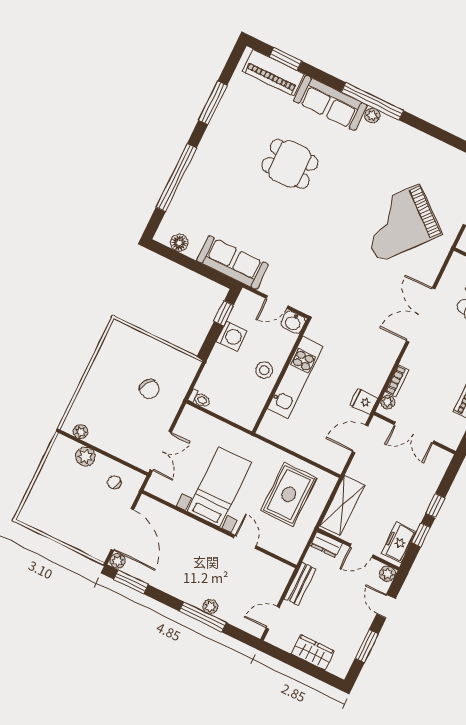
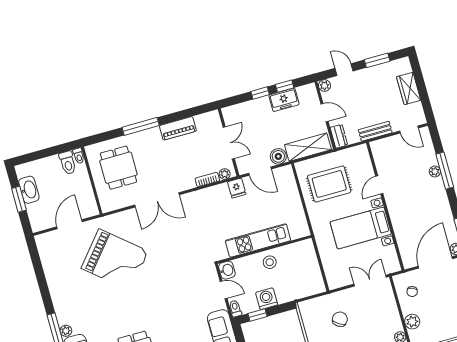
toilet: (200, 399) -> (235, 308), moved
boiler: (359, 469) -> (278, 156), added
freezer: (399, 543) -> (284, 100), moved
door: (386, 606) -> (344, 70), swing flipped

